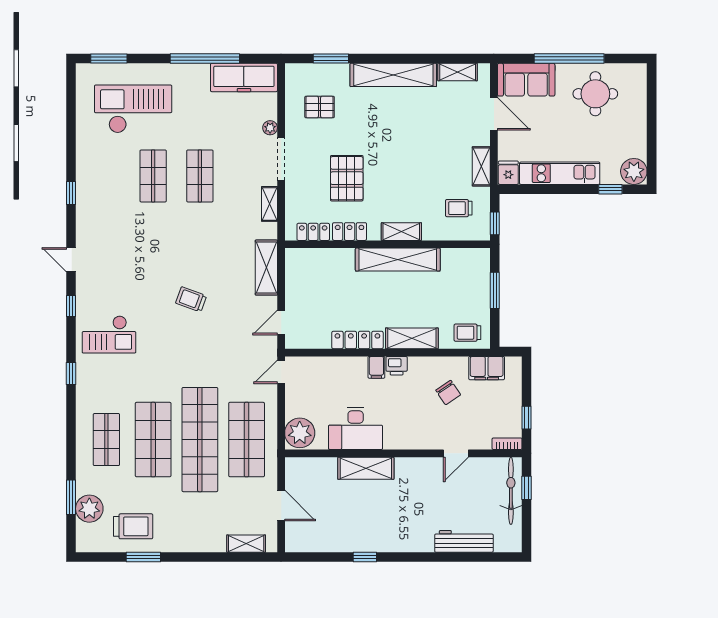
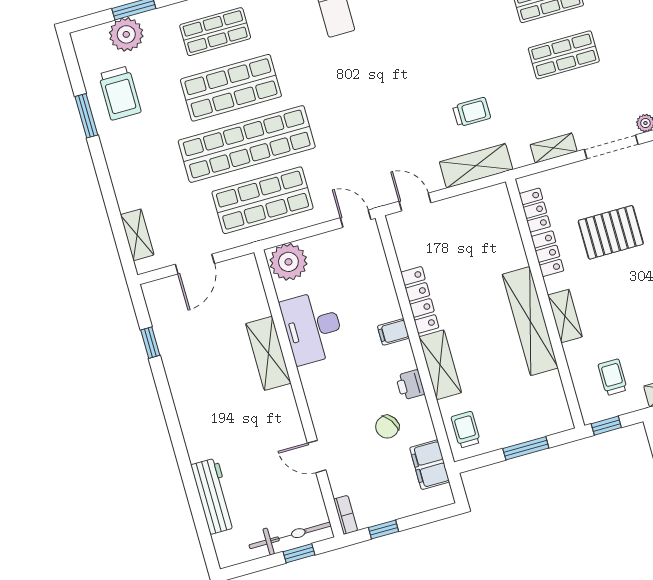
trolley: (191, 299) -> (472, 112), moved, turned 70
printer: (397, 366) -> (410, 385), moved
window: (365, 557) -> (150, 343), moved

